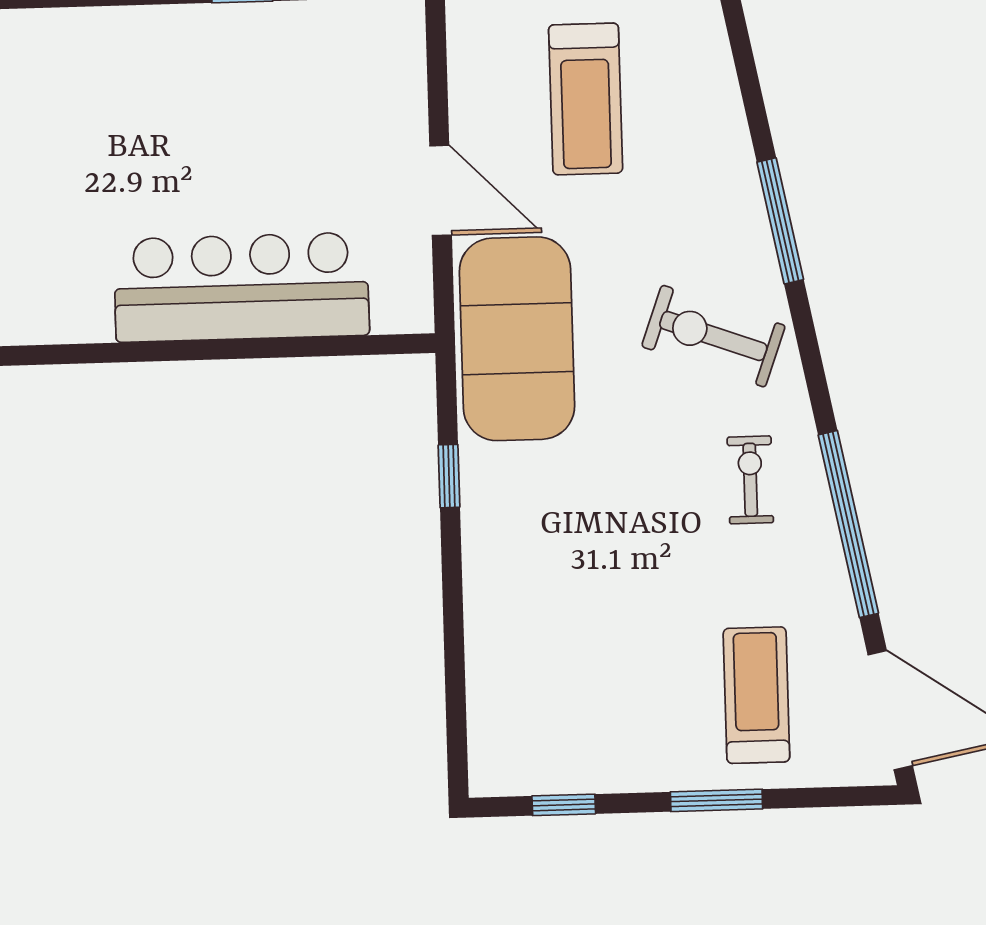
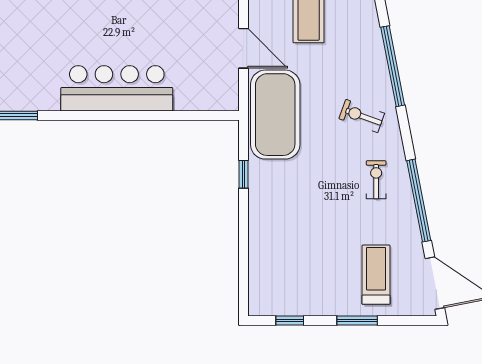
window: (780, 221) -> (393, 66), width x1.46
bar counter: (241, 287) -> (117, 88), moved
exercise bike: (713, 336) -> (362, 116), width x0.73, depth x0.72

